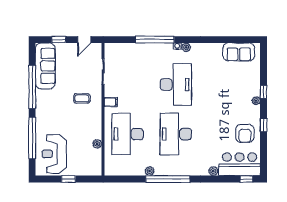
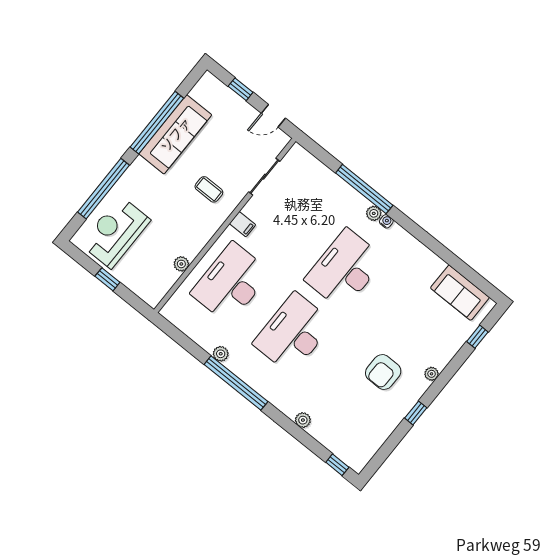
plant: (186, 47) -> (374, 213), moved
sofa: (45, 66) -> (175, 134), moved
desk: (176, 85) -> (345, 269), turned 180
window: (264, 92) -> (477, 337), moved
armchair: (245, 133) -> (383, 372), moved
bar counter: (240, 164) -> (344, 439), removed

